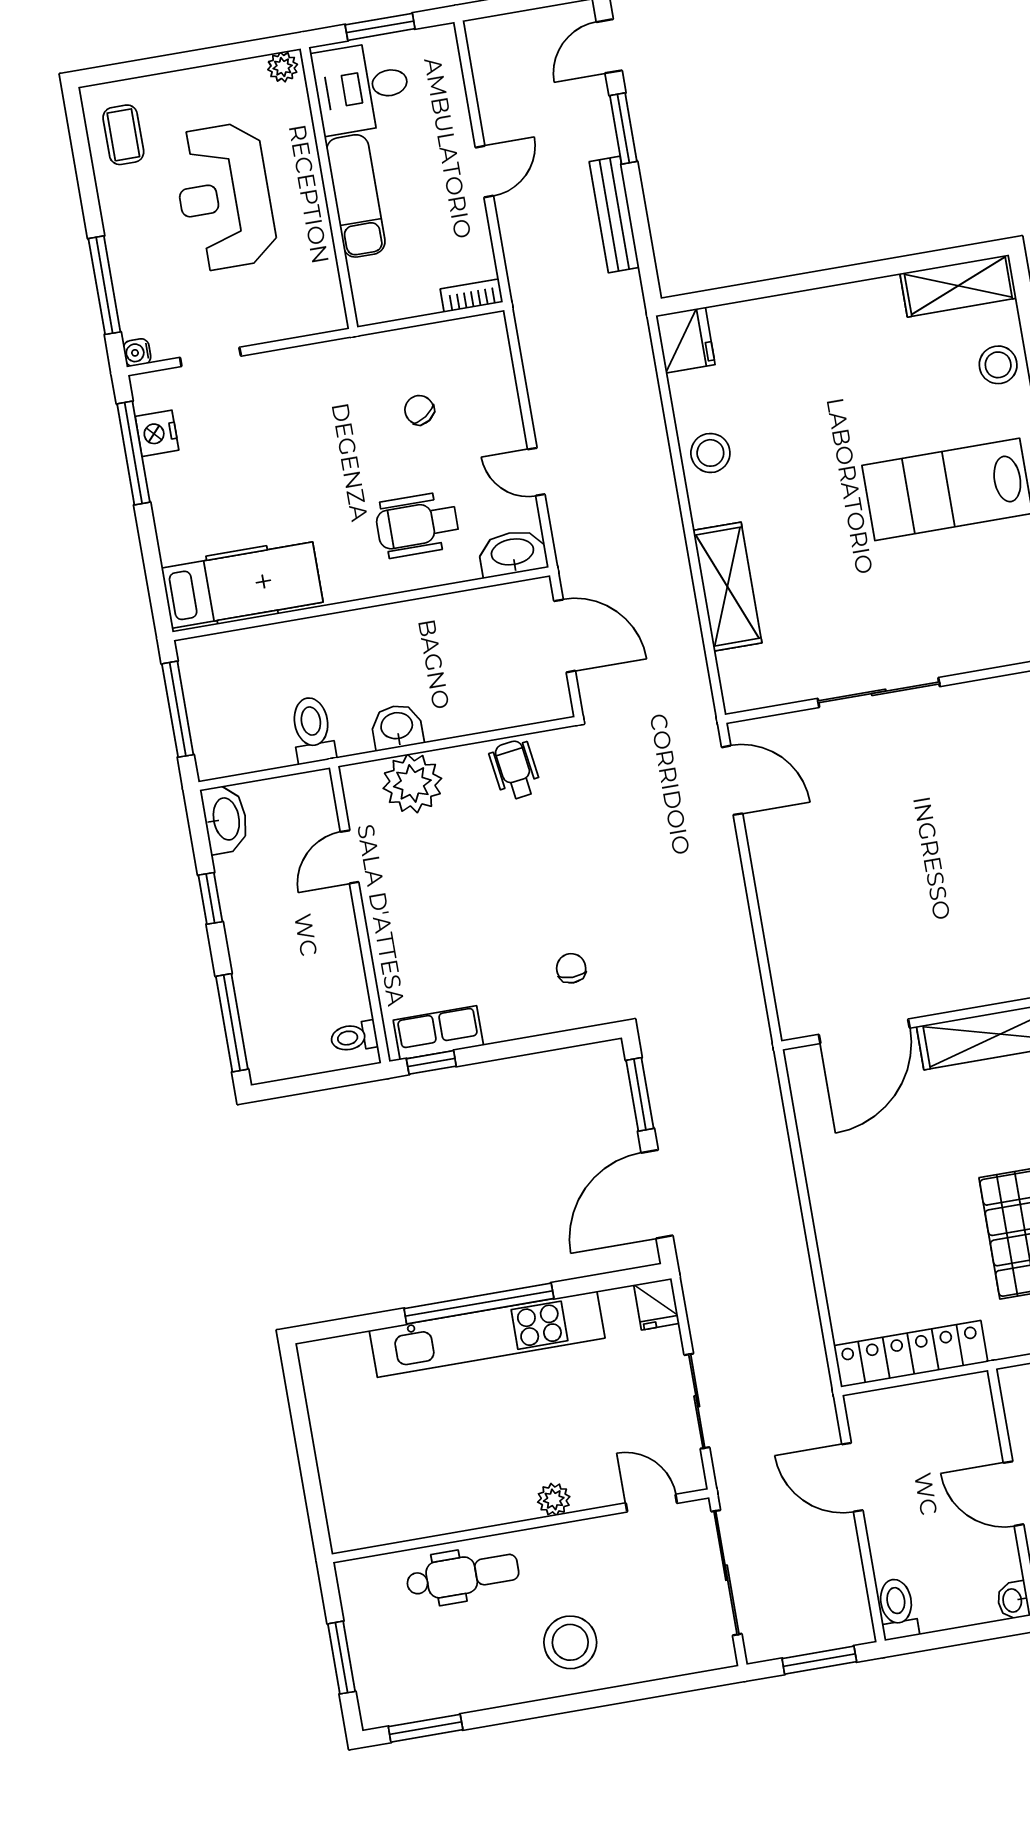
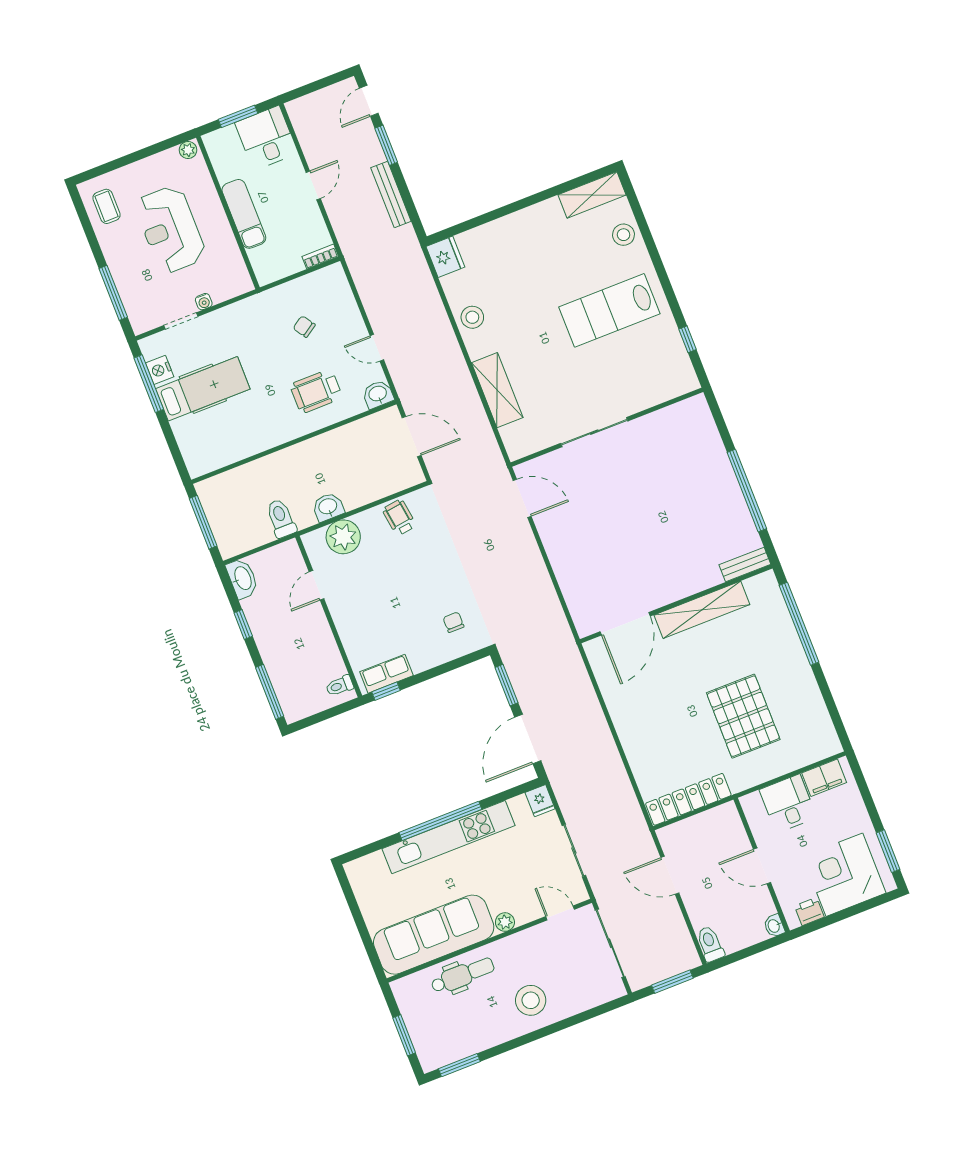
desk: (362, 88) -> (266, 138), moved, turned 90
water cooler: (137, 353) -> (204, 302), moved, turned -90
washbasin: (513, 553) -> (378, 394), width x0.72
hospital bed: (242, 585) -> (203, 389), moved
sofa: (427, 1496) -> (434, 935), added

